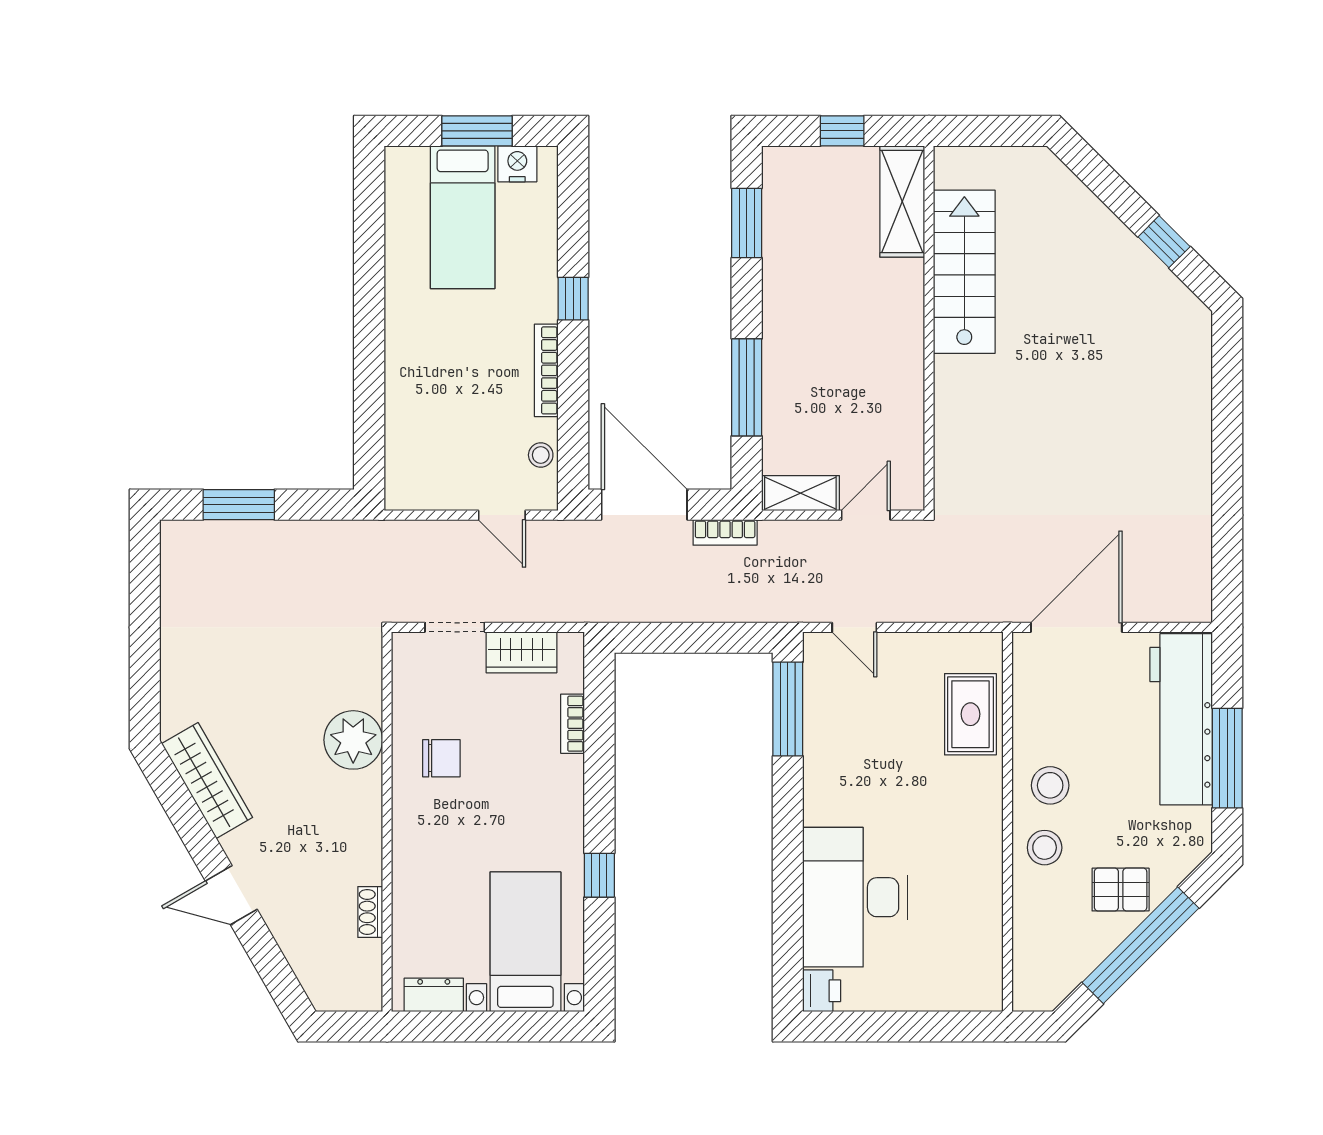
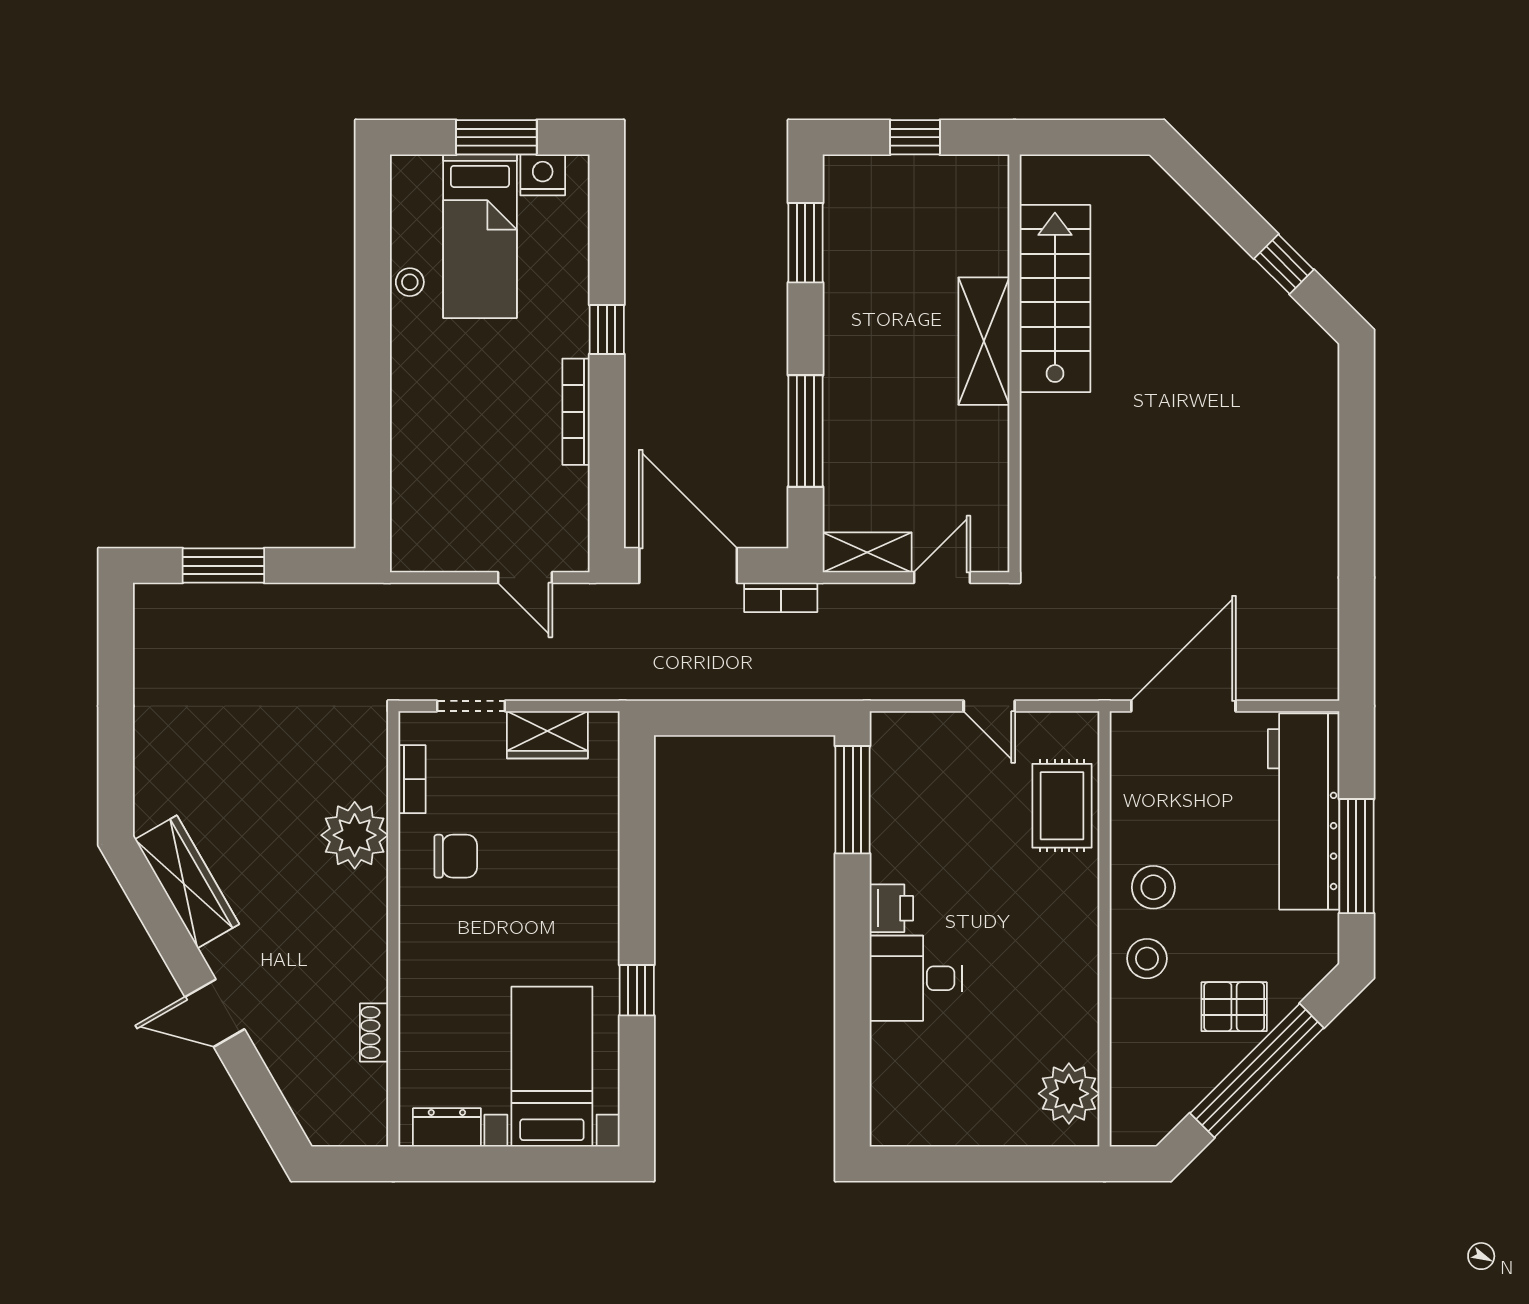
shelving: (902, 202) -> (984, 341), moved
stool: (541, 455) -> (410, 282), moved
door: (854, 627) -> (989, 706), moved
bookcase: (573, 724) -> (412, 779), moved, turned 180
desk: (855, 897) -> (916, 978), width x0.53, depth x0.77
plant: (976, 965) -> (1069, 1094), added
printer: (822, 991) -> (891, 908), moved

